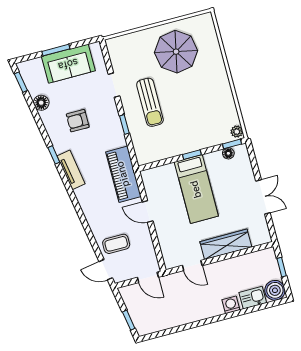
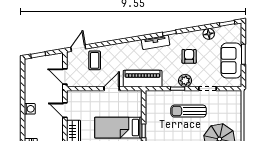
plant: (111, 118) -> (185, 81), added
door: (192, 266) -> (65, 110), hinge flipped
door: (148, 277) -> (65, 77), hinge flipped
washing machine: (231, 305) -> (30, 109), moved

